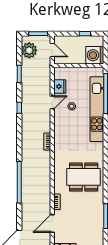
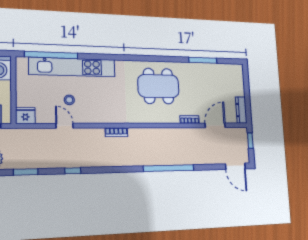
fridge: (60, 87) -> (25, 116), moved
dining table: (84, 177) -> (158, 86), turned 90
door: (52, 224) -> (215, 125), swing flipped

